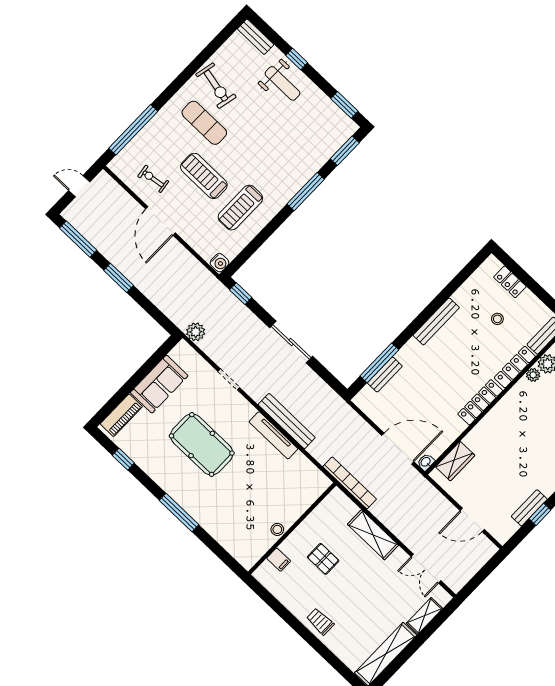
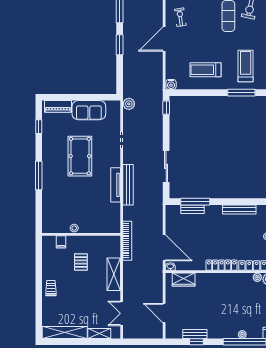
treadmill: (204, 176) -> (246, 66), moved
sliding door: (291, 342) -> (166, 166), moved

